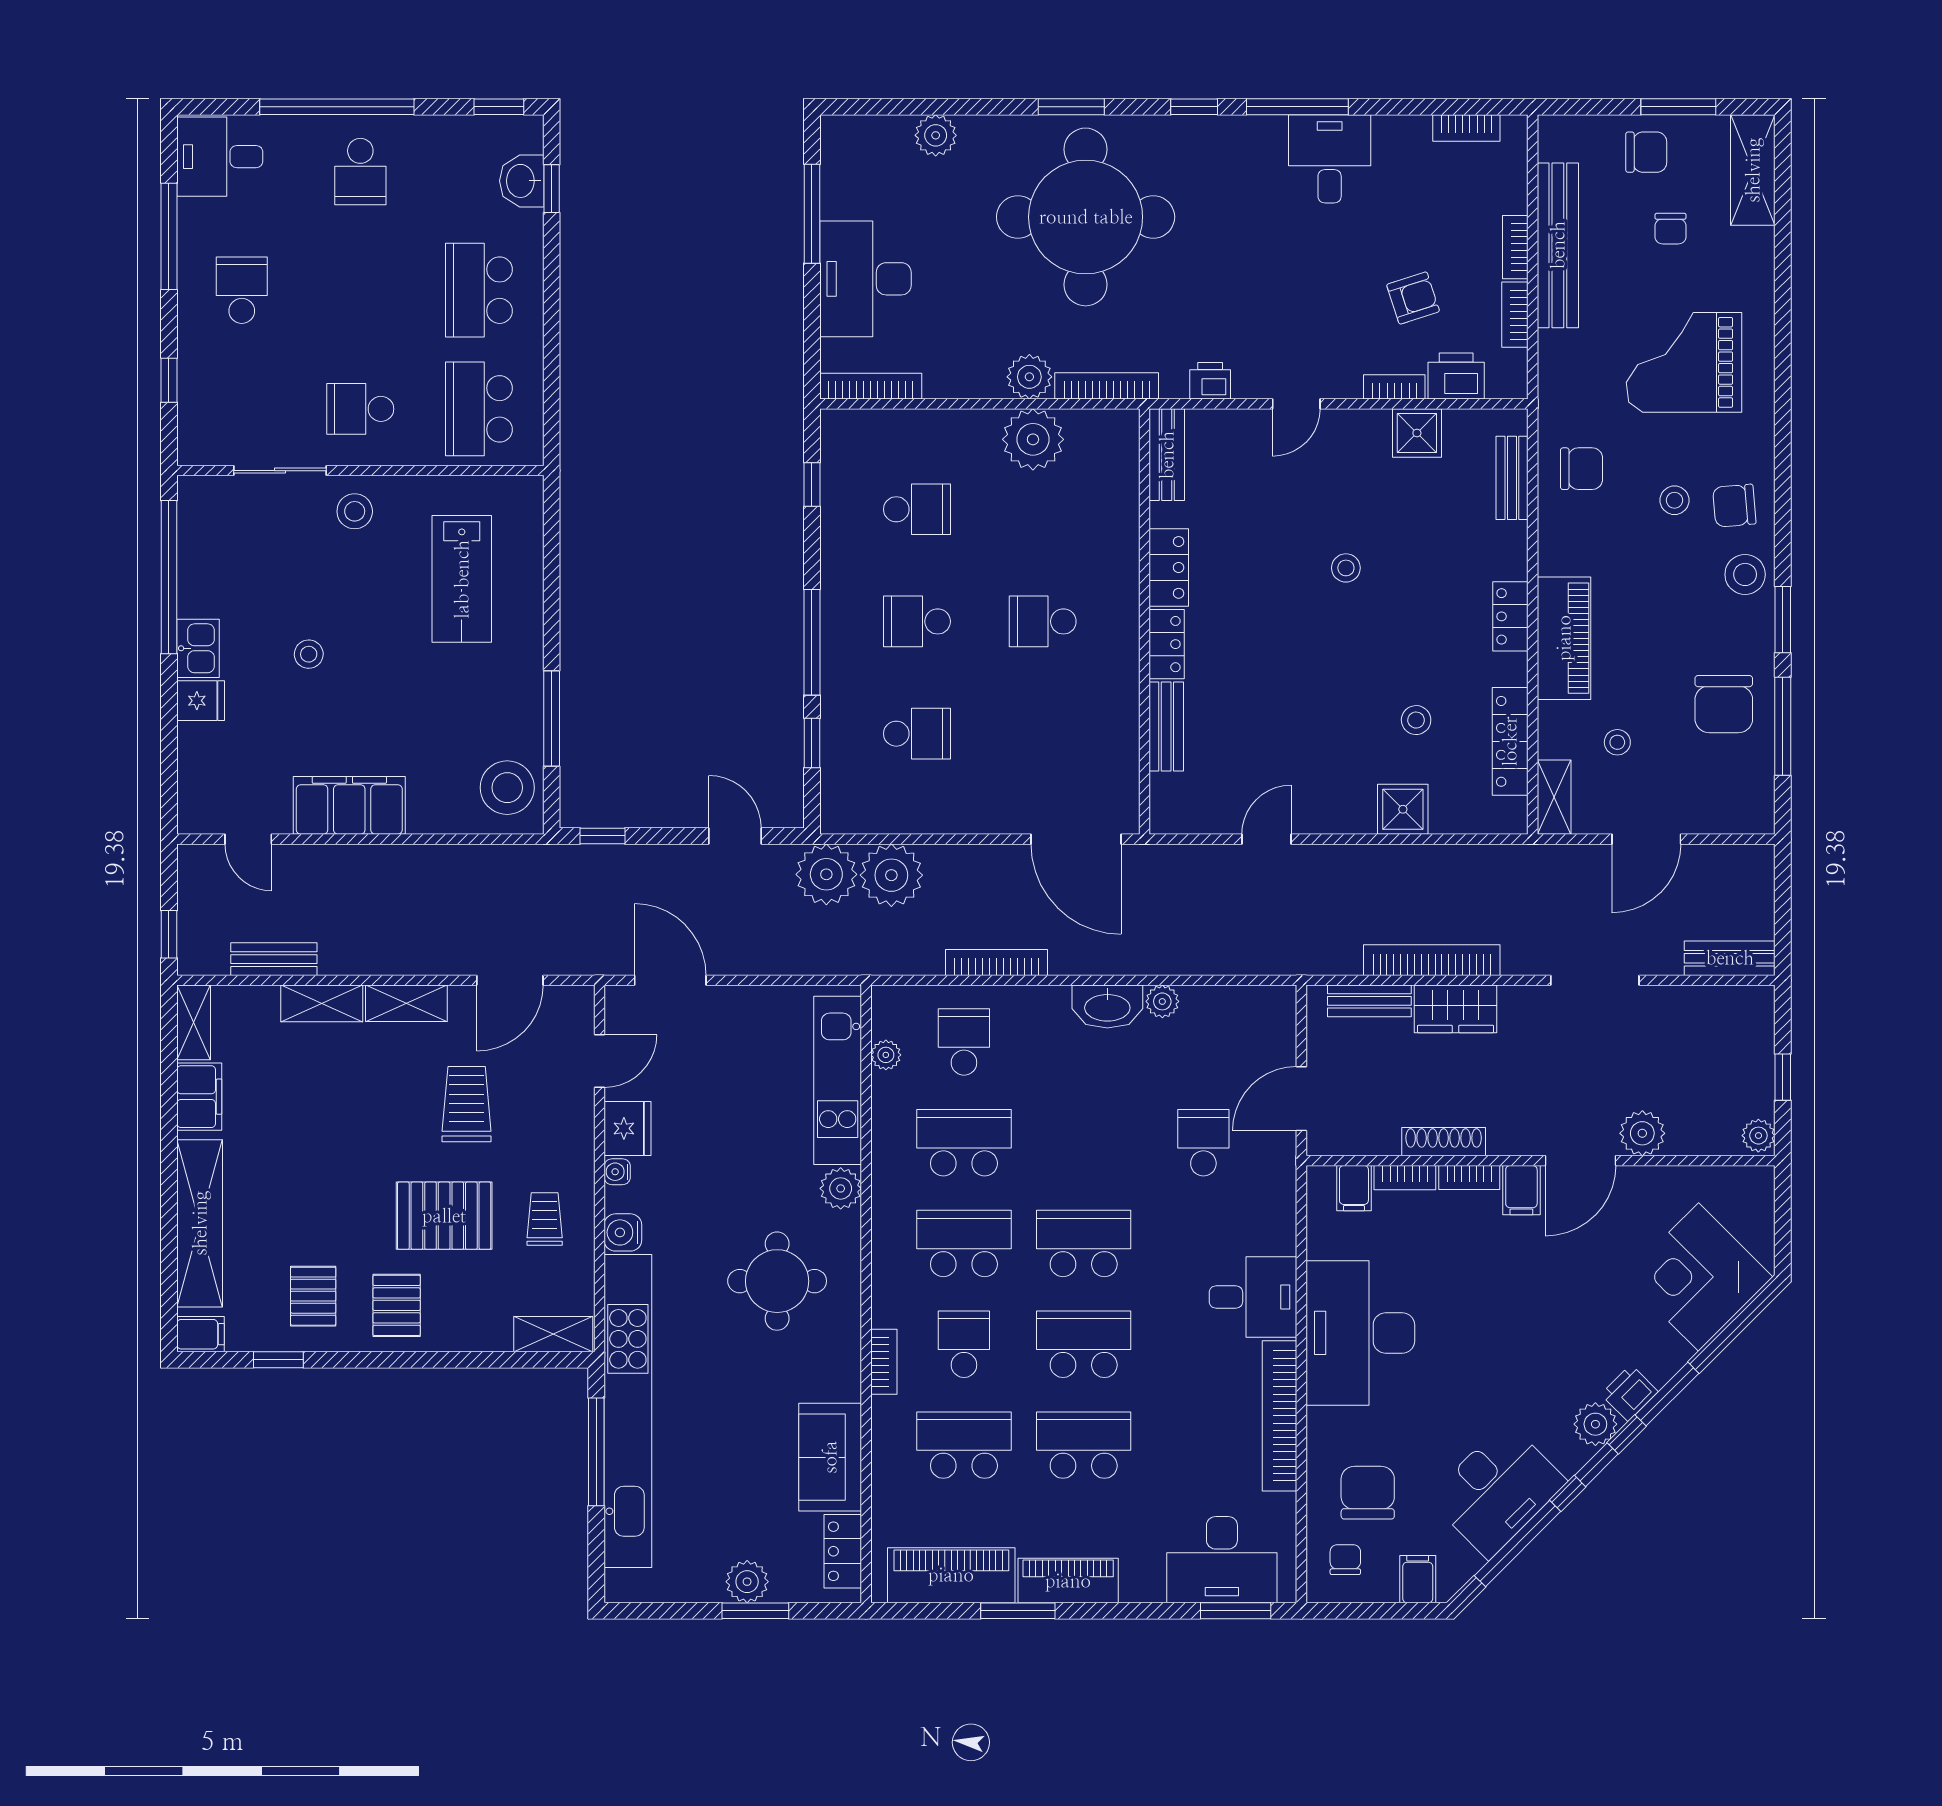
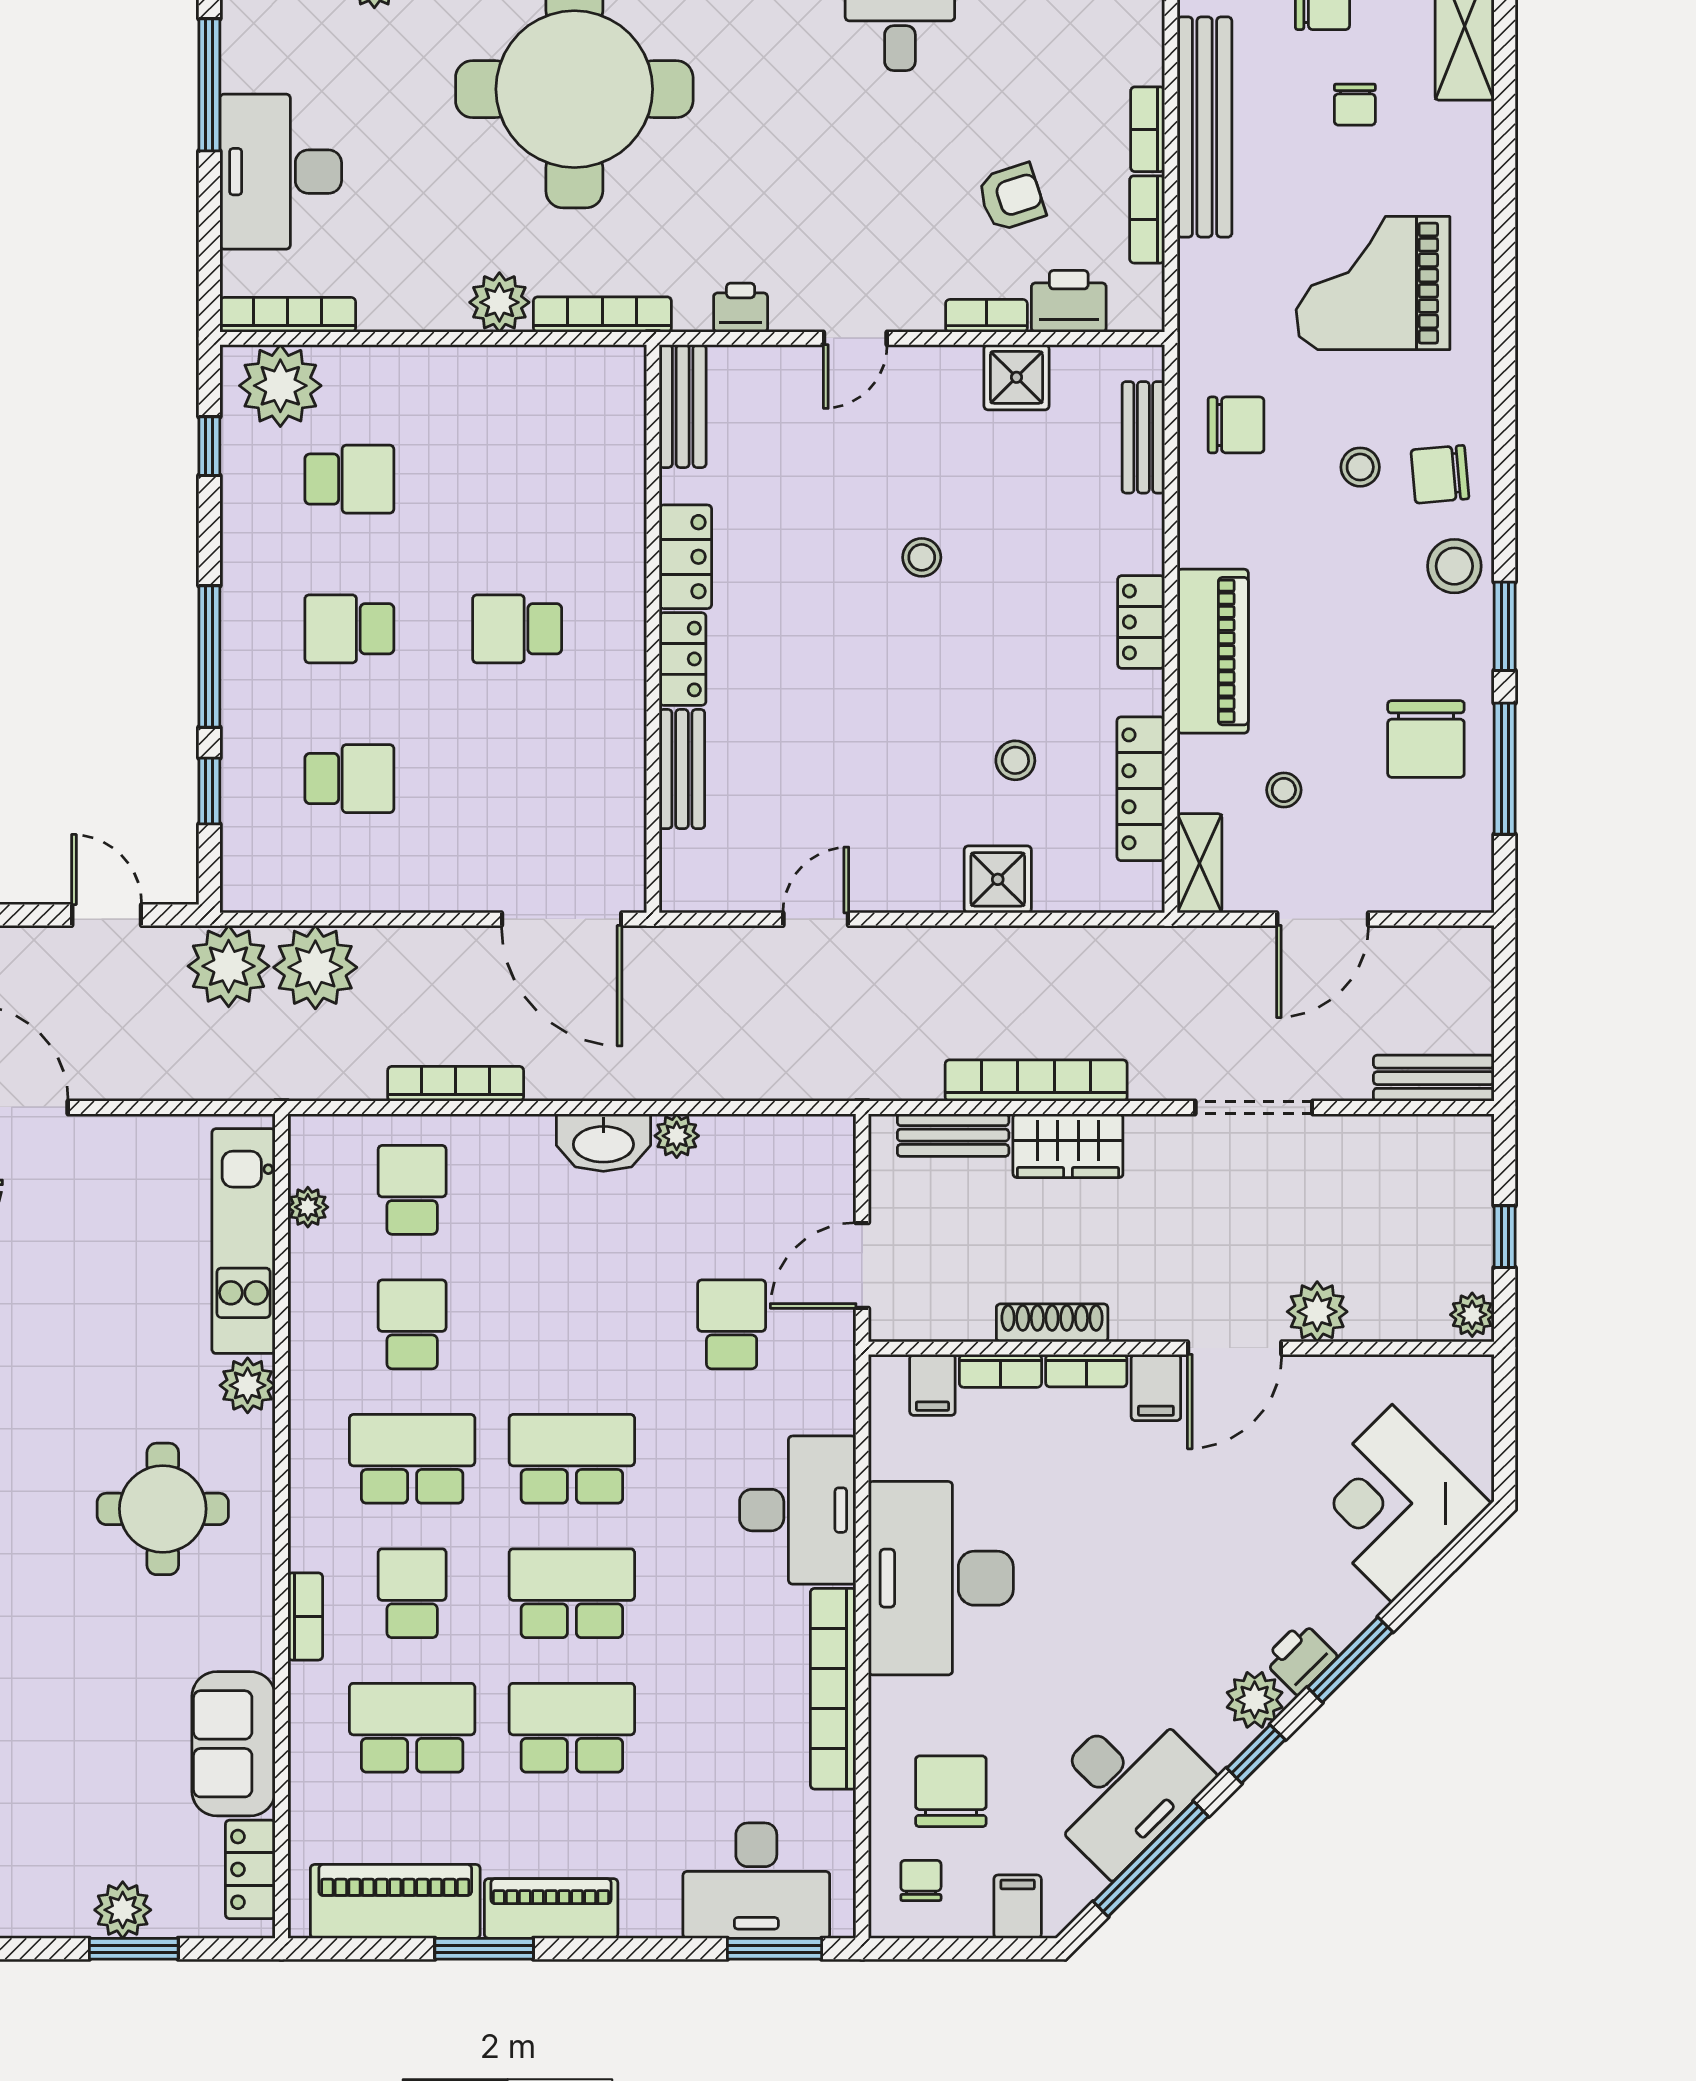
plant: (1033, 439) -> (280, 386), moved
school desk: (964, 1143) -> (412, 1324), width x0.54
desk: (1253, 1297) -> (798, 1510), width x1.37

